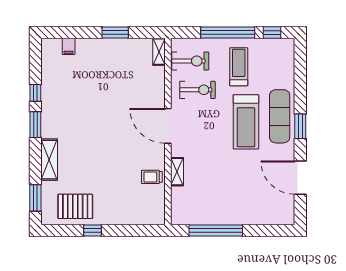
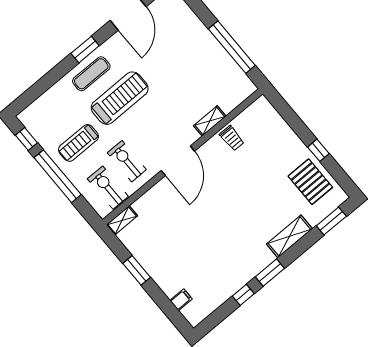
exercise mat: (280, 116) -> (91, 74), width x0.73, depth x0.69

